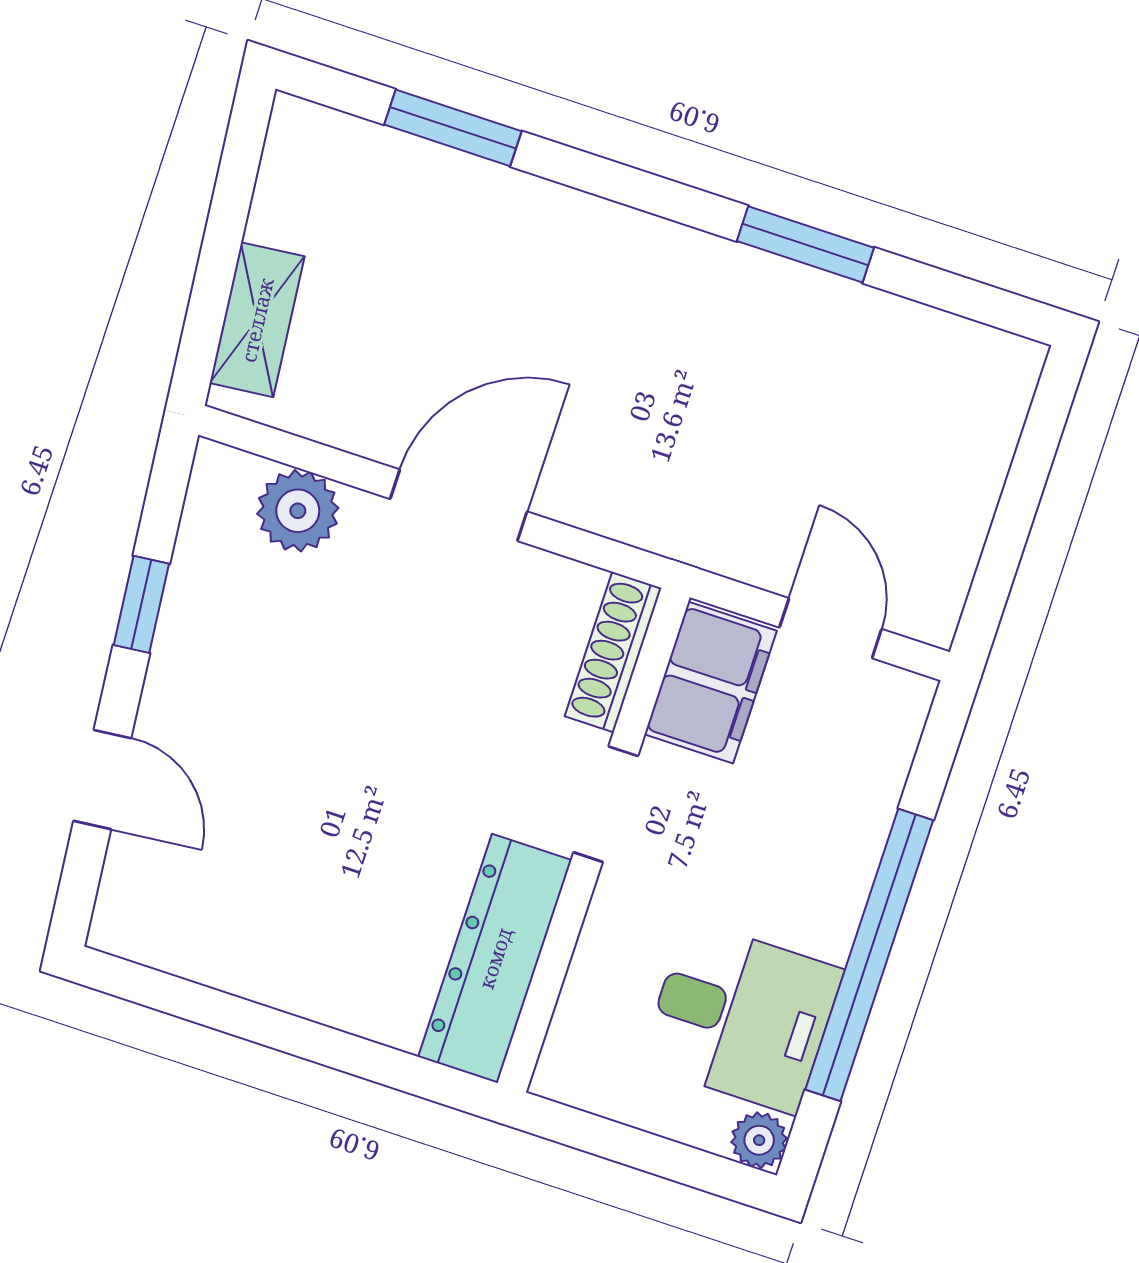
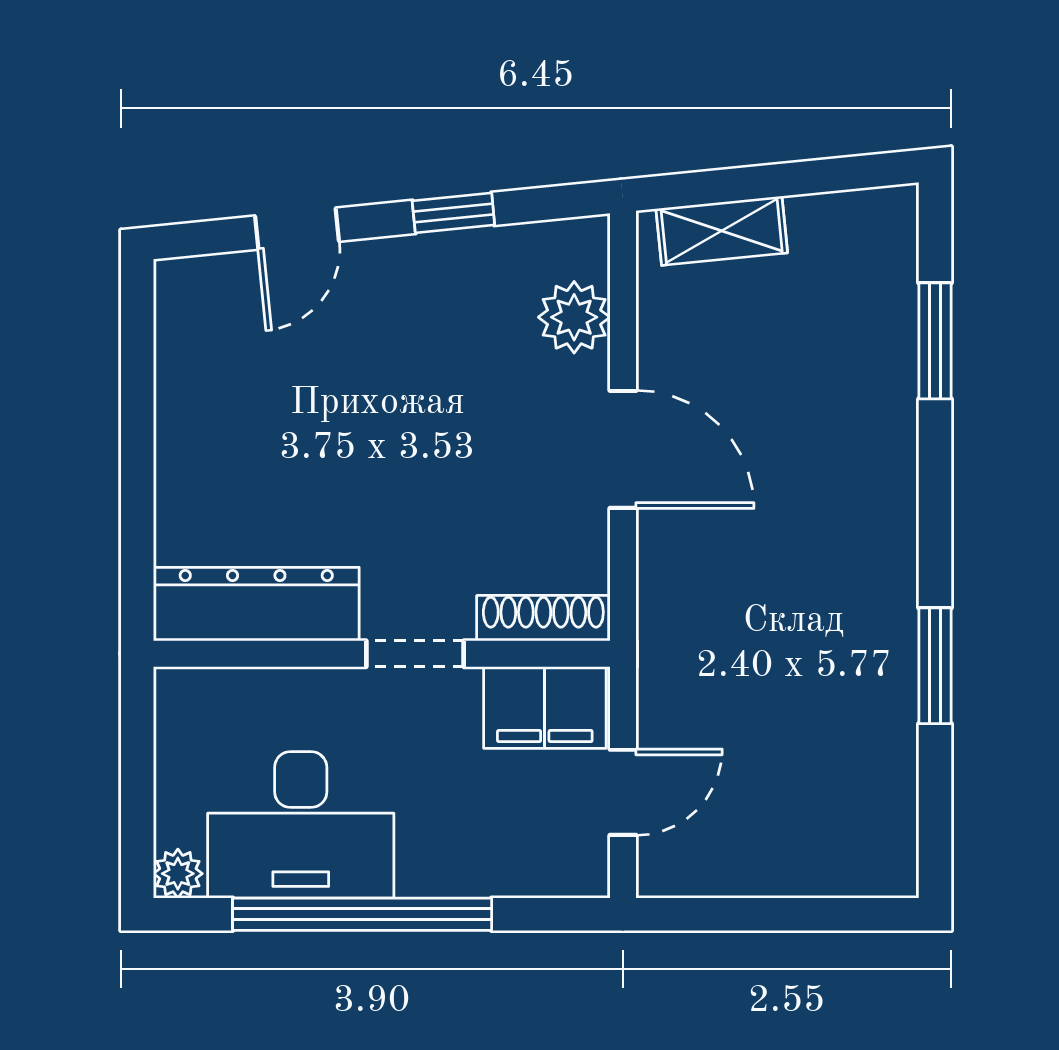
desk: (741, 1017) -> (301, 825), width x1.37

